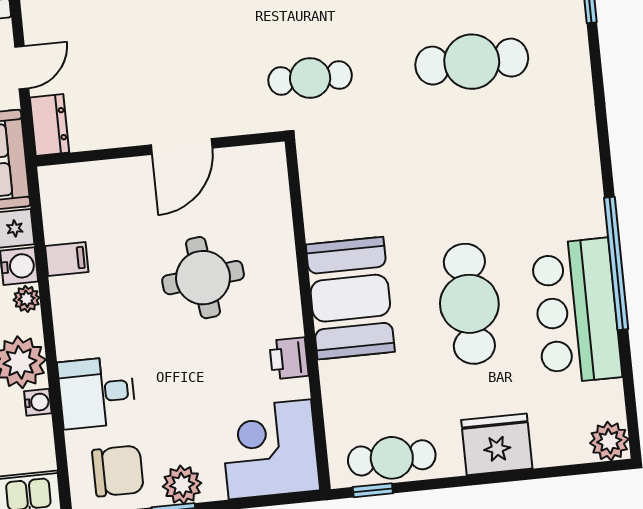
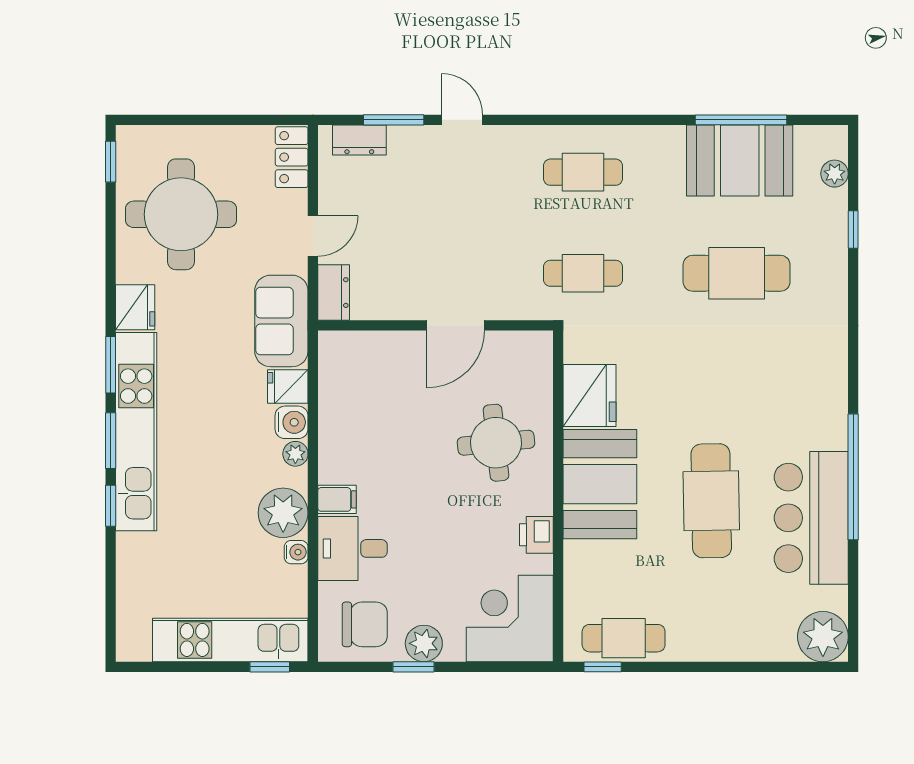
filing cabinet: (67, 259) -> (337, 499), moved
round table: (203, 278) -> (496, 443), moved
plant: (609, 441) -> (823, 637), width x1.36, depth x1.36
fridge: (497, 444) -> (589, 396), moved, turned 90

